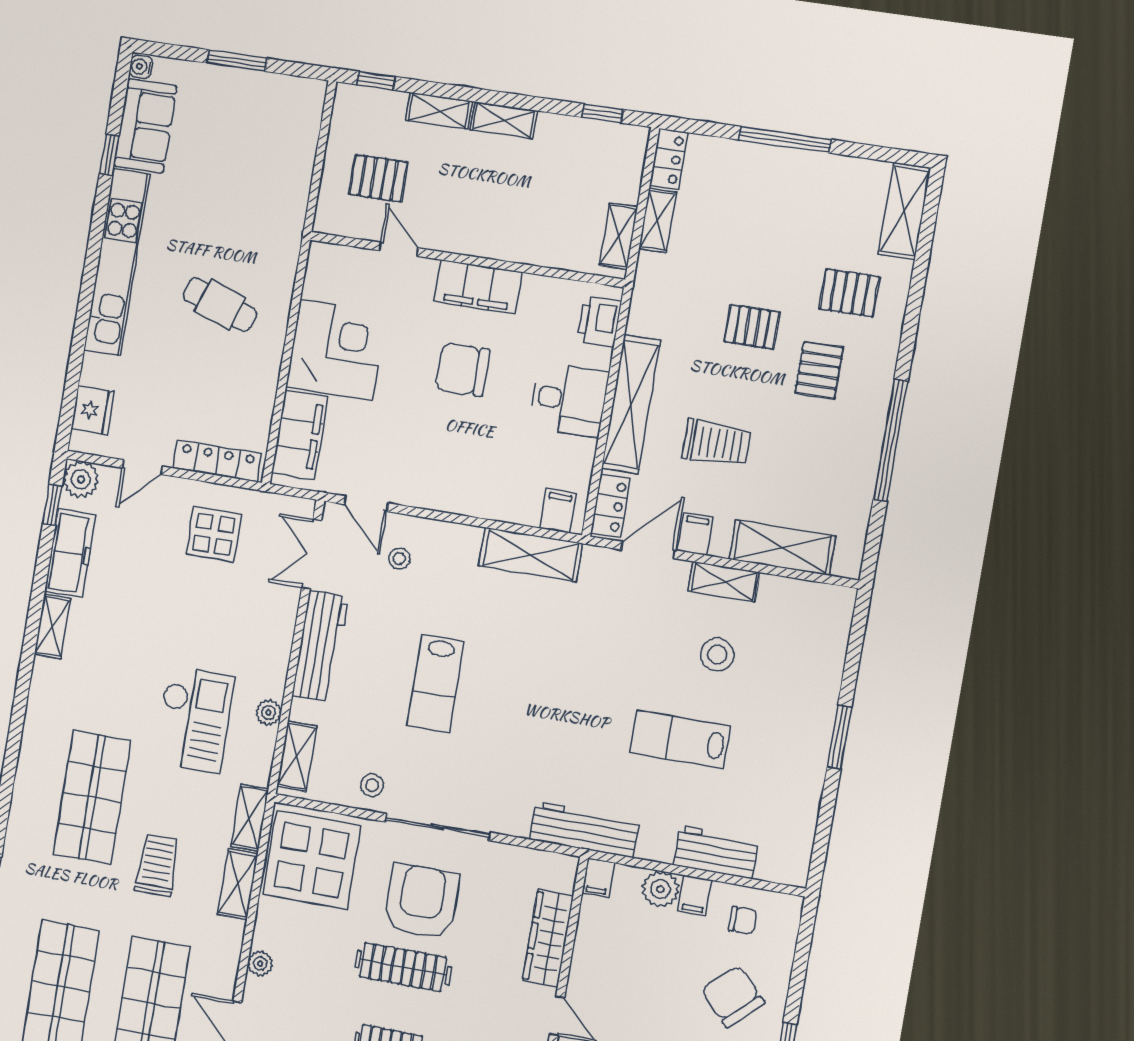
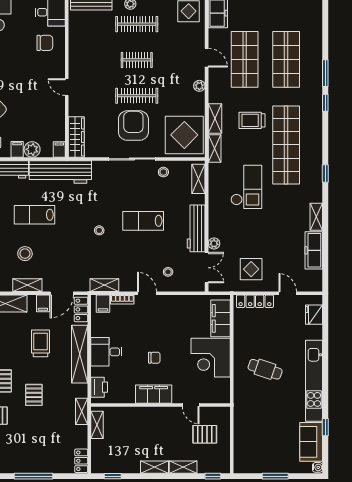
shelving: (657, 220) -> (82, 411), moved
pallet: (752, 327) -> (34, 395), turned 90
chair: (462, 369) -> (154, 358), width x0.54, depth x0.54
trolley: (717, 443) -> (40, 343), turned 90
door: (142, 467) -> (288, 293), hinge flipped
plant: (81, 479) -> (314, 283), removed
door: (366, 504) -> (147, 293), moved
window: (52, 505) -> (325, 173), moved
bookcase: (513, 513) -> (122, 300), added
shelving: (531, 555) -> (104, 285), width x0.67, depth x0.75
stool: (539, 679) -> (99, 230), added
lab bench: (436, 683) -> (143, 221), turned -90
plant: (268, 713) -> (214, 244), moved
checkout: (194, 720) -> (246, 187), turned 180
lab bench: (680, 739) -> (35, 215), turned 180
shop shelf: (92, 797) -> (286, 145), width x1.40
workbench: (584, 829) -> (60, 172), width x1.36, depth x1.32
trolley: (157, 865) -> (252, 120), turned 90
armchair: (422, 902) -> (133, 126), turned 180
wardrobe: (548, 938) -> (76, 137), moved

